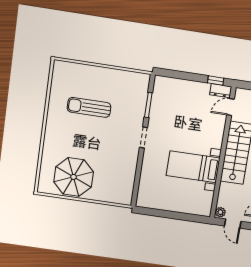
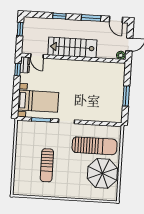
bed with nightstands: (193, 167) -> (38, 101), moved, turned -90
sun lounger: (109, 170) -> (95, 146), added
window: (169, 214) -> (126, 96), added

